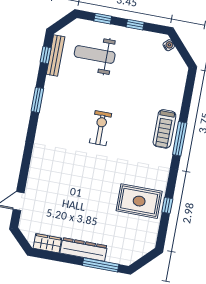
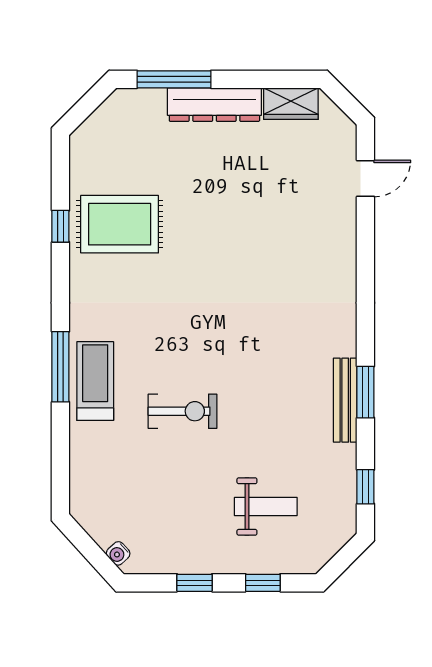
weight bench: (95, 54) -> (266, 507), width x0.73, depth x0.75
bench: (56, 56) -> (345, 400), moved
exercise bike: (101, 128) -> (182, 411), moved, turned -90

